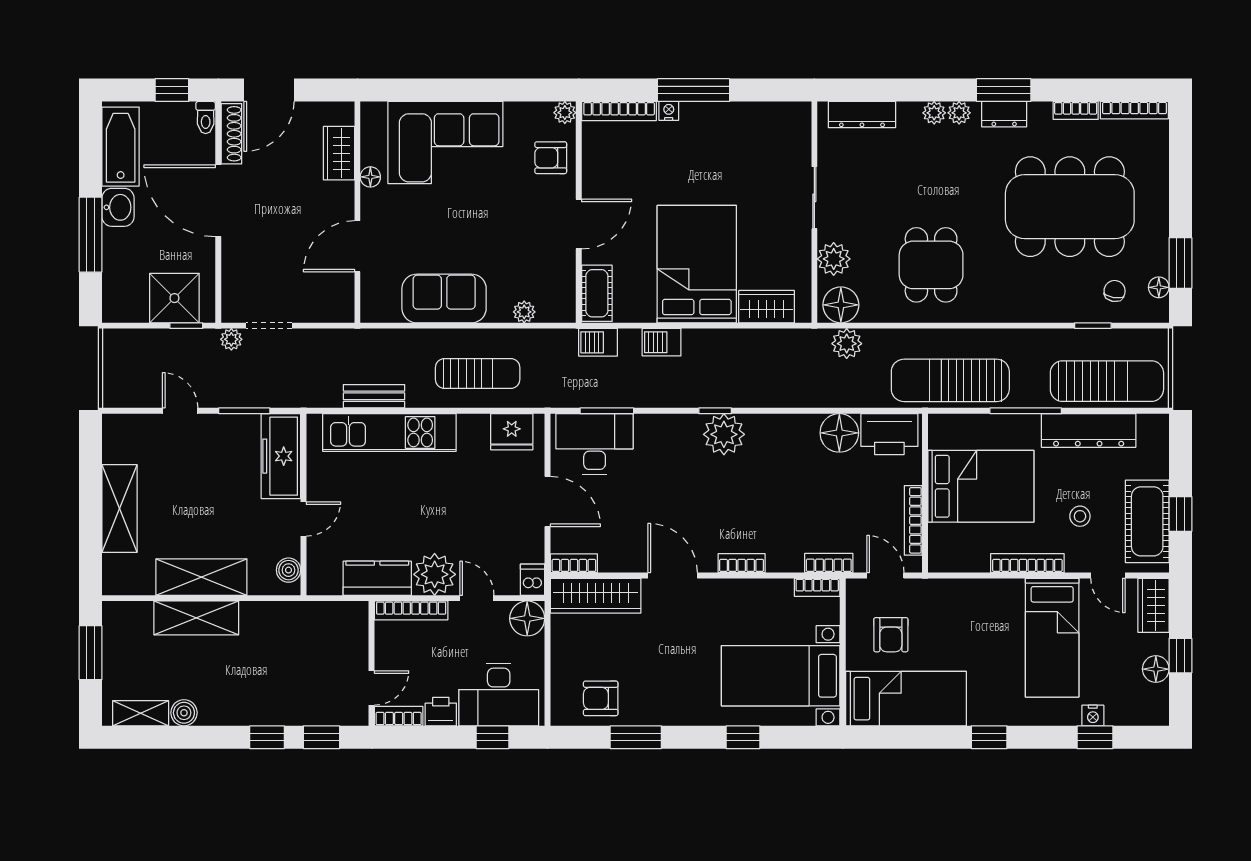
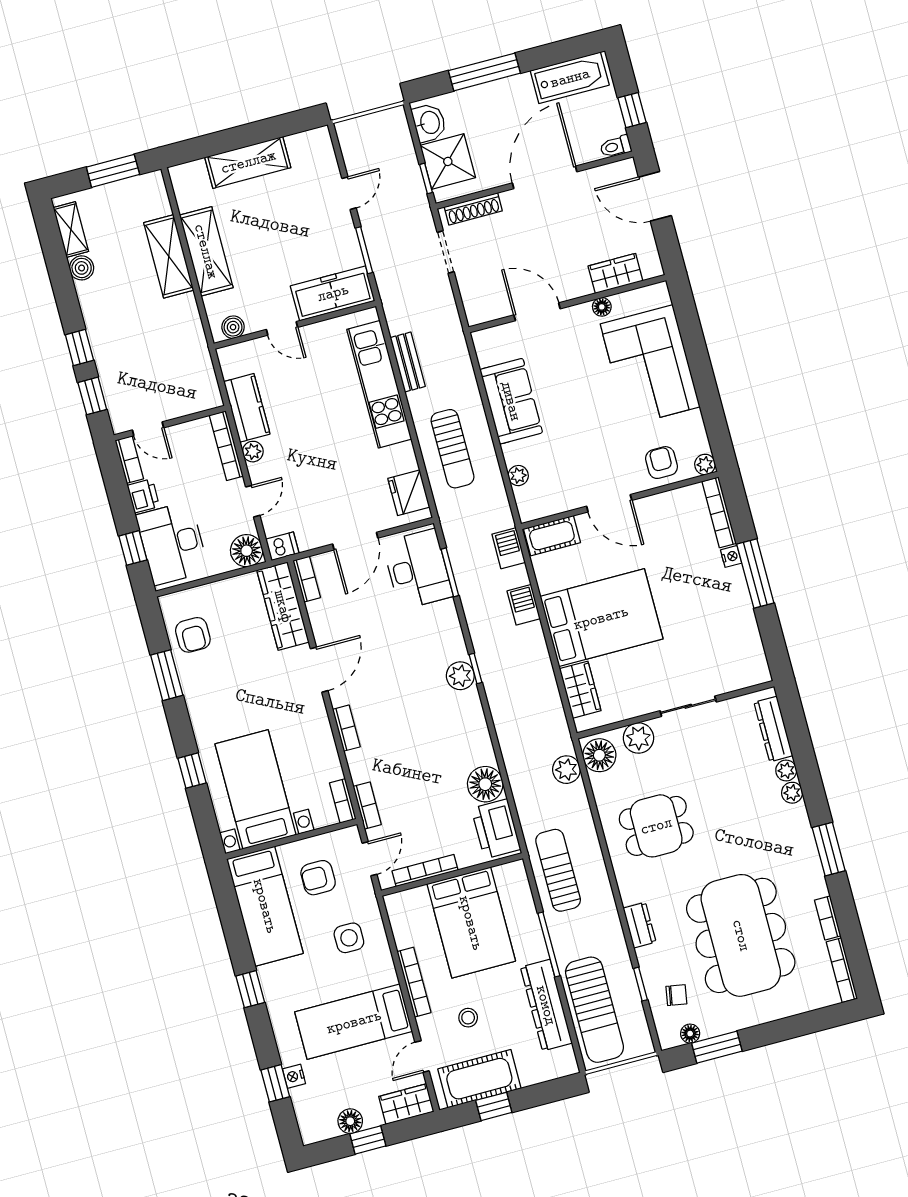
plant: (959, 113) -> (786, 770), moved
dresser: (1004, 114) -> (640, 925), moved, turned 180
shoe rack: (231, 134) -> (473, 209), moved
washbasin: (118, 207) -> (429, 123), moved, turned -90
plant: (231, 339) -> (425, 222), removed
sun lounger: (950, 380) -> (558, 870), width x0.73, depth x0.75
plant: (724, 434) -> (460, 676), width x0.73, depth x0.73
plant: (435, 574) -> (253, 452), width x0.53, depth x0.53
side table: (963, 619) -> (349, 938), added
armchair: (601, 698) -> (193, 635), turned 180

